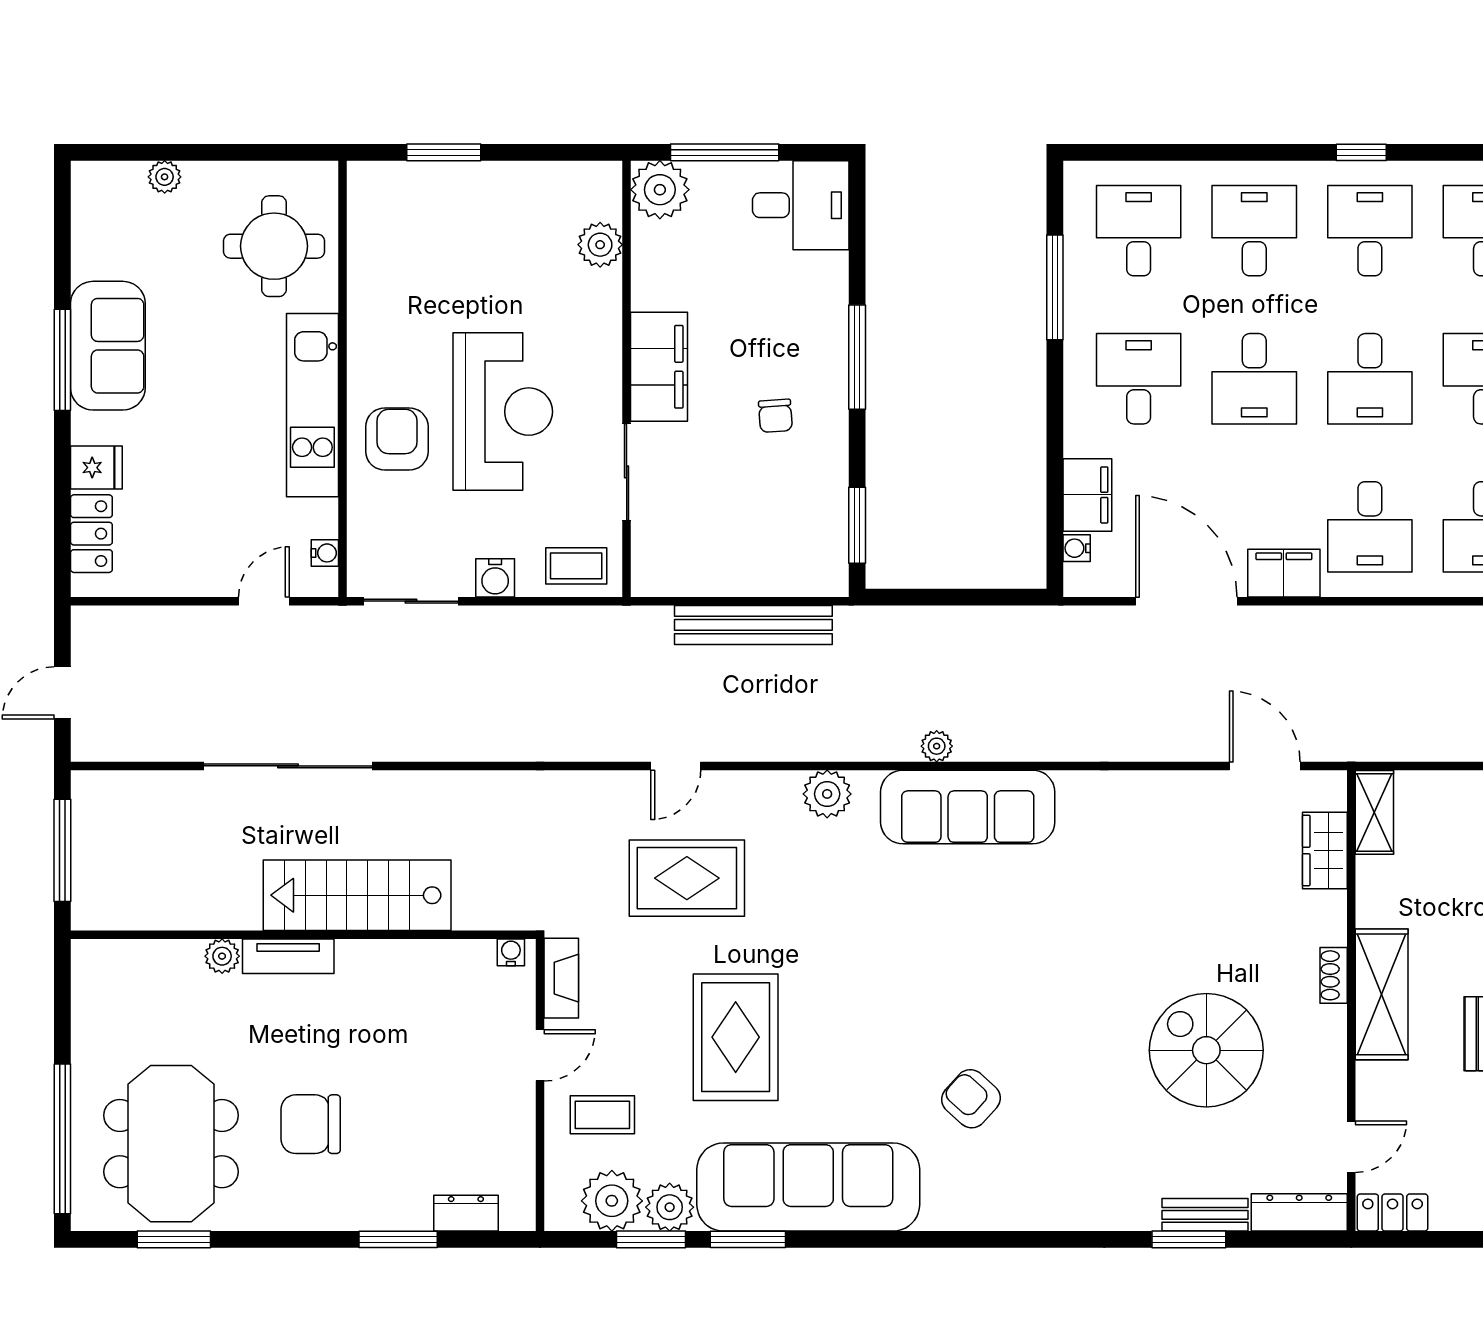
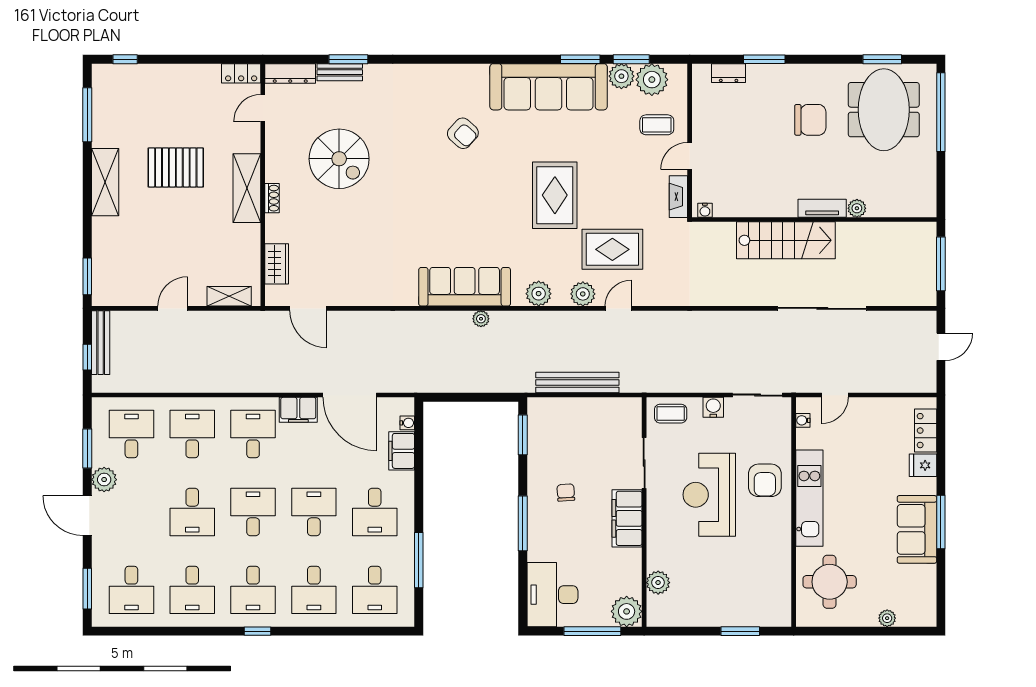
desk: (801, 205) -> (552, 595), width x1.37
plant: (743, 793) -> (583, 294), added
shelving: (1374, 812) -> (229, 296), moved, turned 90
rug: (736, 1037) -> (555, 195), moved

